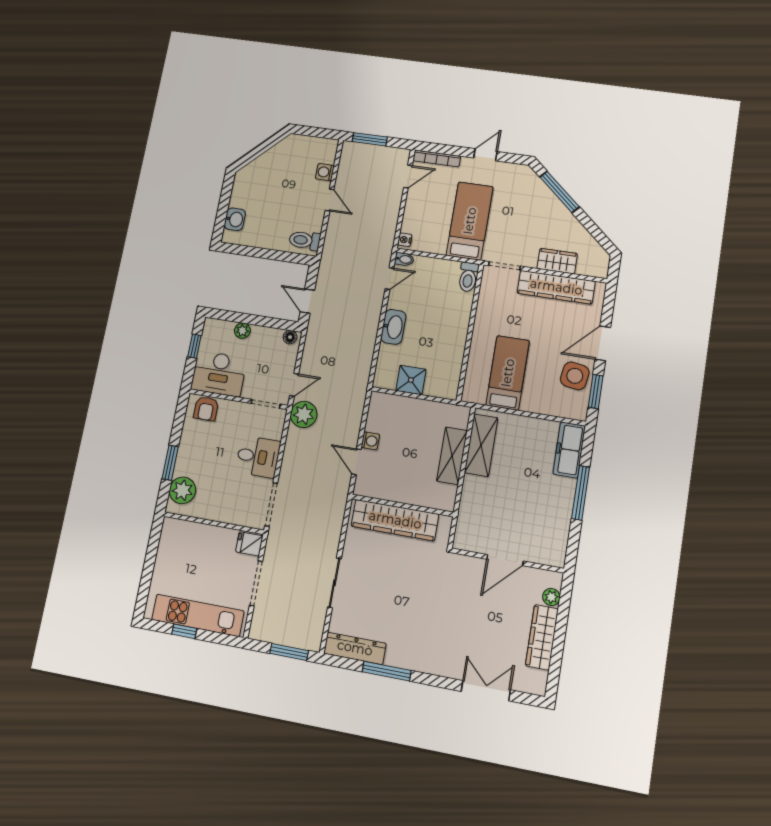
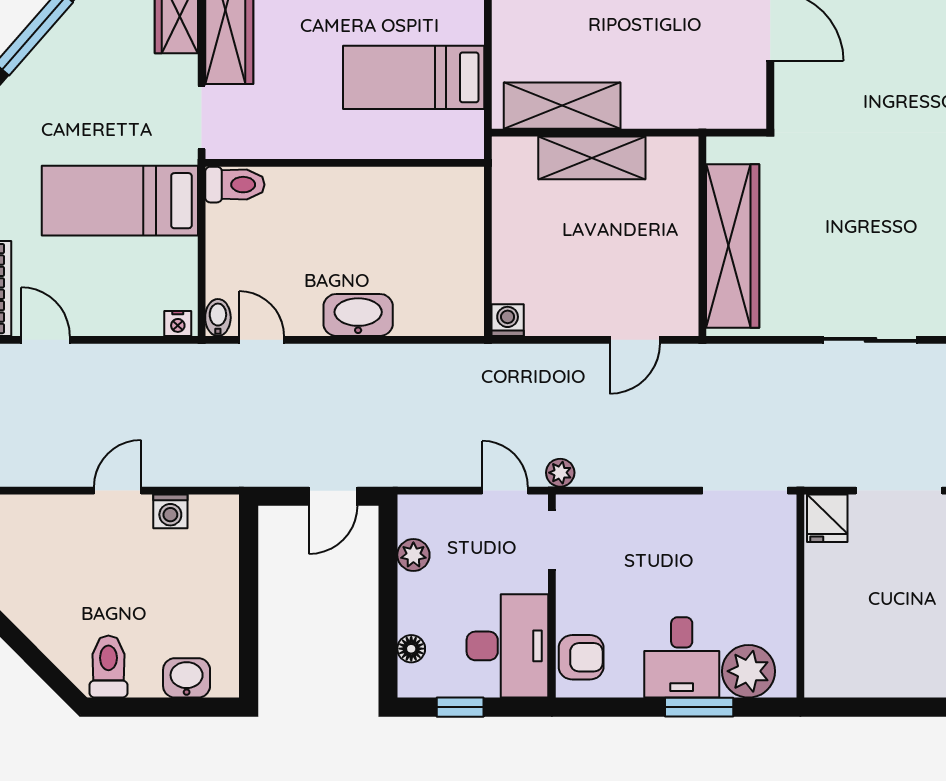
washing machine: (325, 172) -> (170, 511), moved
toilet: (305, 240) -> (108, 667), moved, turned 180
plant: (242, 331) -> (413, 555), moved
floor lamp: (290, 337) -> (411, 649), moved
shower: (411, 380) -> (458, 262), removed
plant: (304, 414) -> (560, 473), width x0.53, depth x0.53
washing machine: (370, 441) -> (508, 320), moved
desk: (258, 457) -> (682, 657), moved, turned 180

